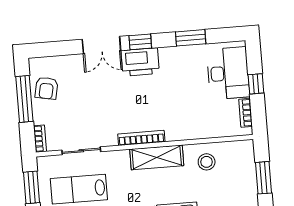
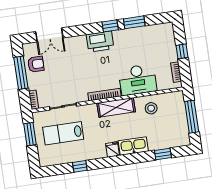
window: (140, 42) -> (110, 26), moved
double door: (101, 45) -> (49, 35), moved
desk: (228, 73) -> (138, 80), moved, turned 90
armchair: (46, 88) -> (36, 64), turned -101
window: (263, 178) -> (192, 117), width x1.44

